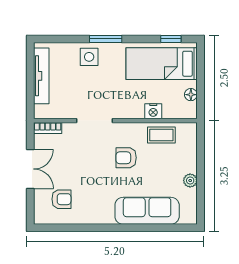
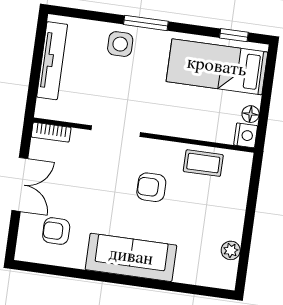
nightstand: (153, 111) -> (246, 135), moved, turned -90
plant: (190, 181) -> (231, 250), moved
armchair: (61, 199) -> (56, 231), turned 180
sofa: (147, 211) -> (131, 257), moved

